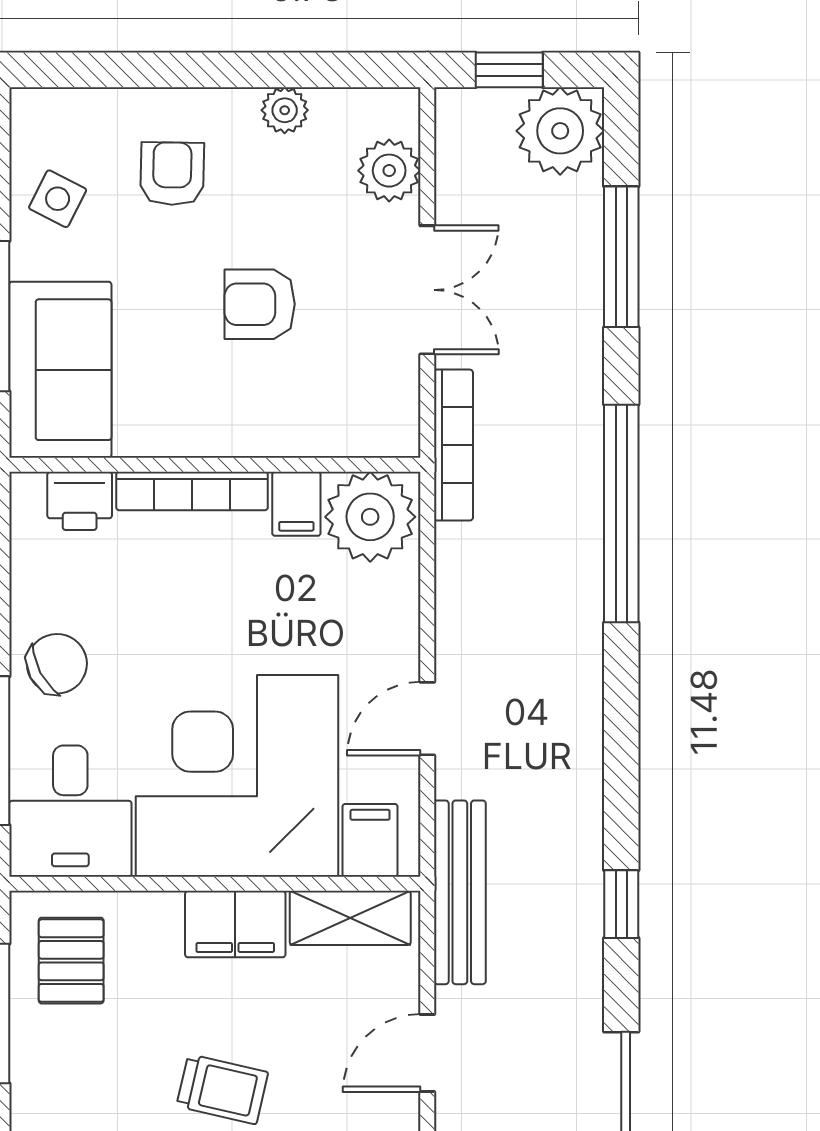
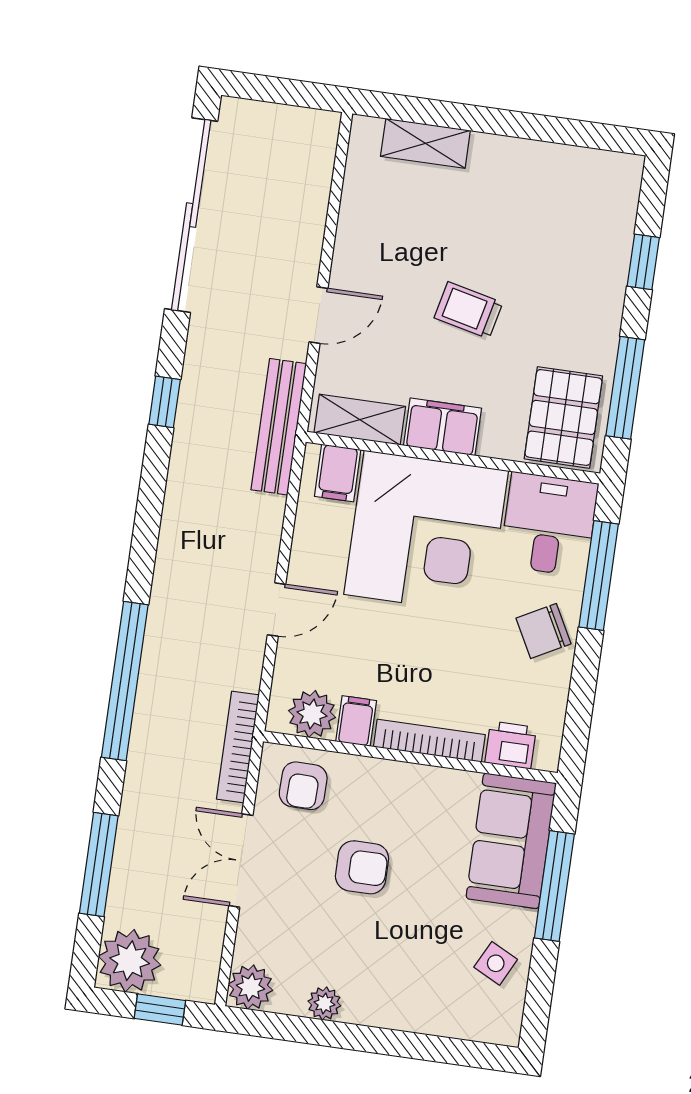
plant: (389, 171) -> (251, 987), moved
armchair: (172, 174) -> (303, 786), moved
plant: (370, 517) -> (312, 714), width x0.73, depth x0.73
door: (427, 719) -> (276, 610), moved
pallet: (71, 961) -> (563, 417), width x1.50, depth x1.42

